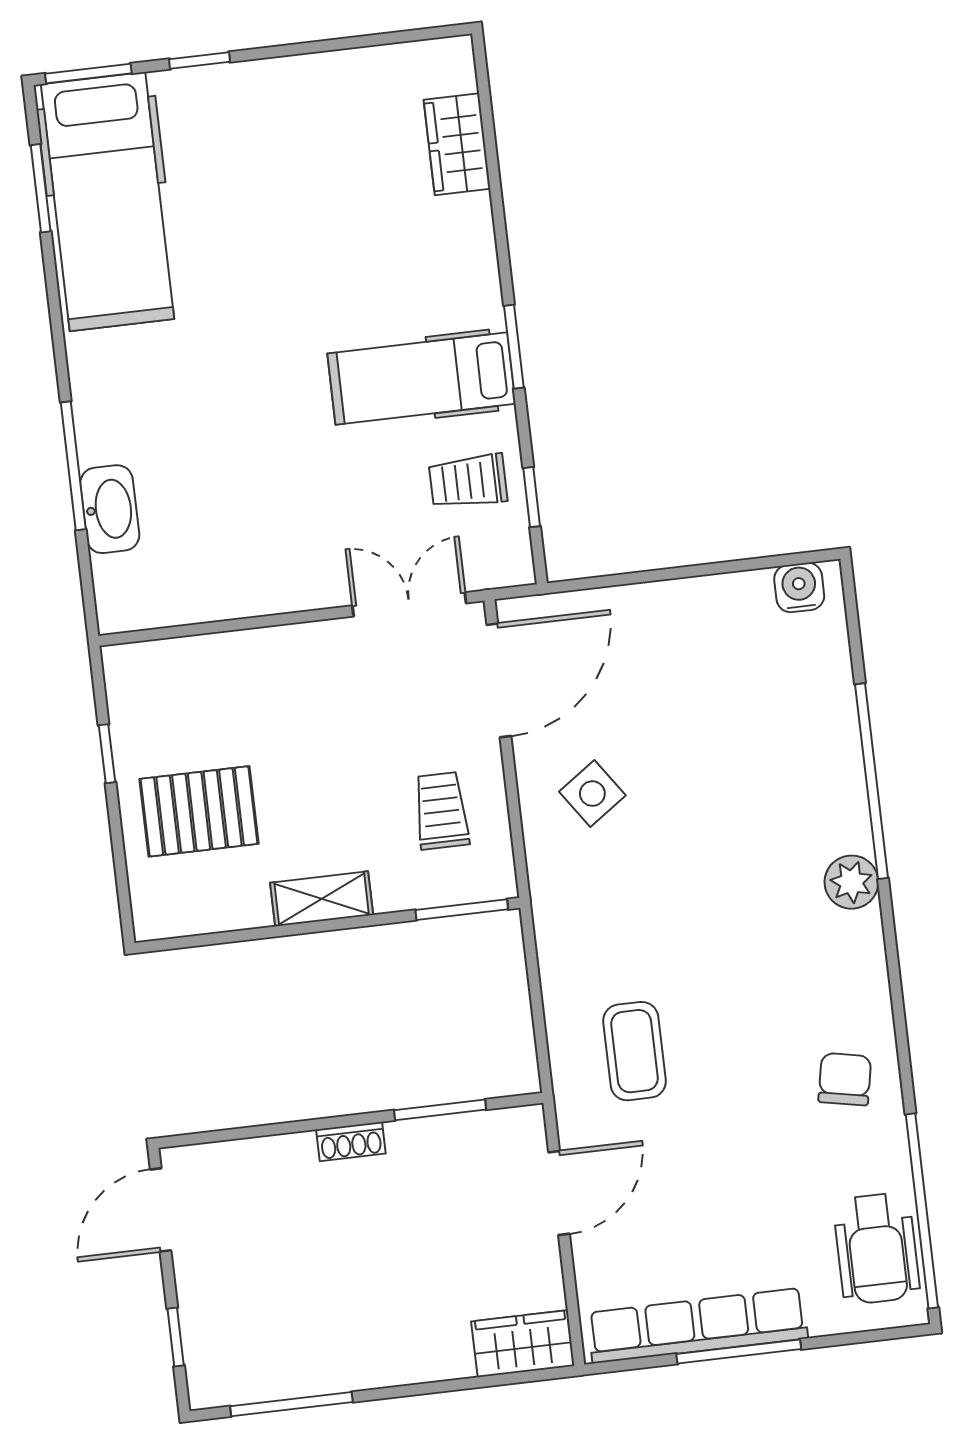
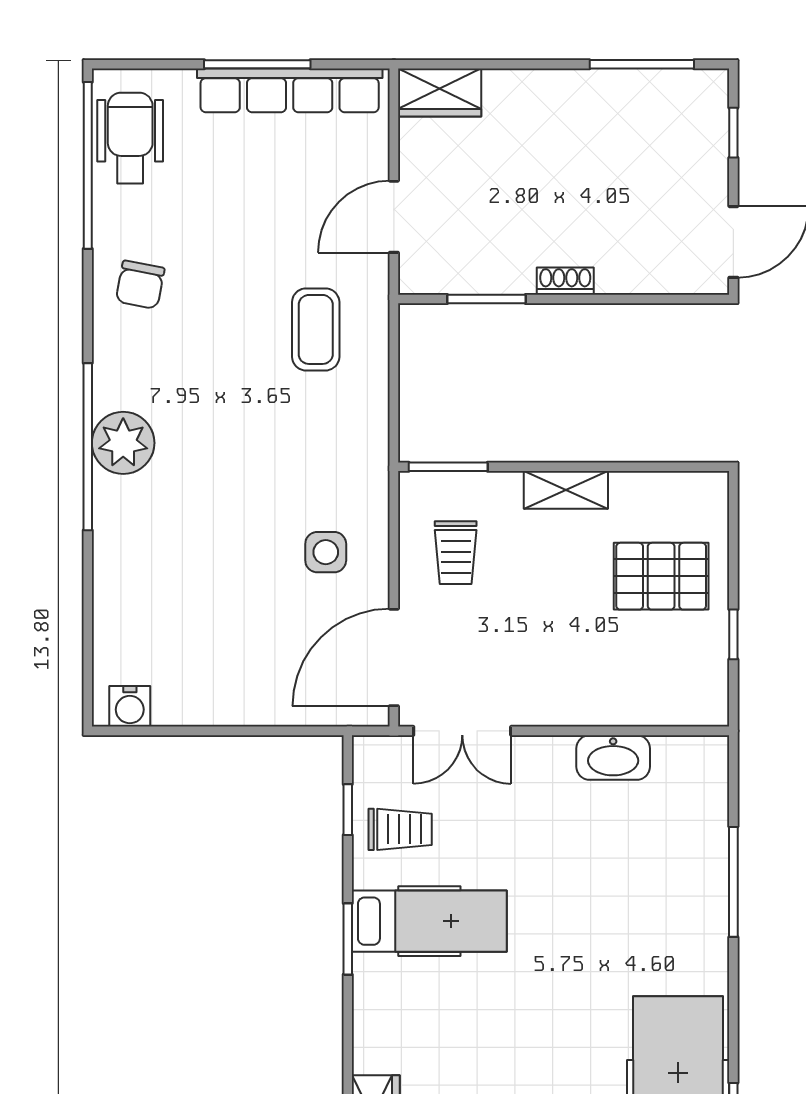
washbasin: (110, 509) -> (613, 758), moved, turned -90
window: (871, 781) -> (88, 447), moved
side table: (592, 794) -> (326, 552), turned 35
plant: (851, 882) -> (123, 443), width x1.36, depth x1.36

